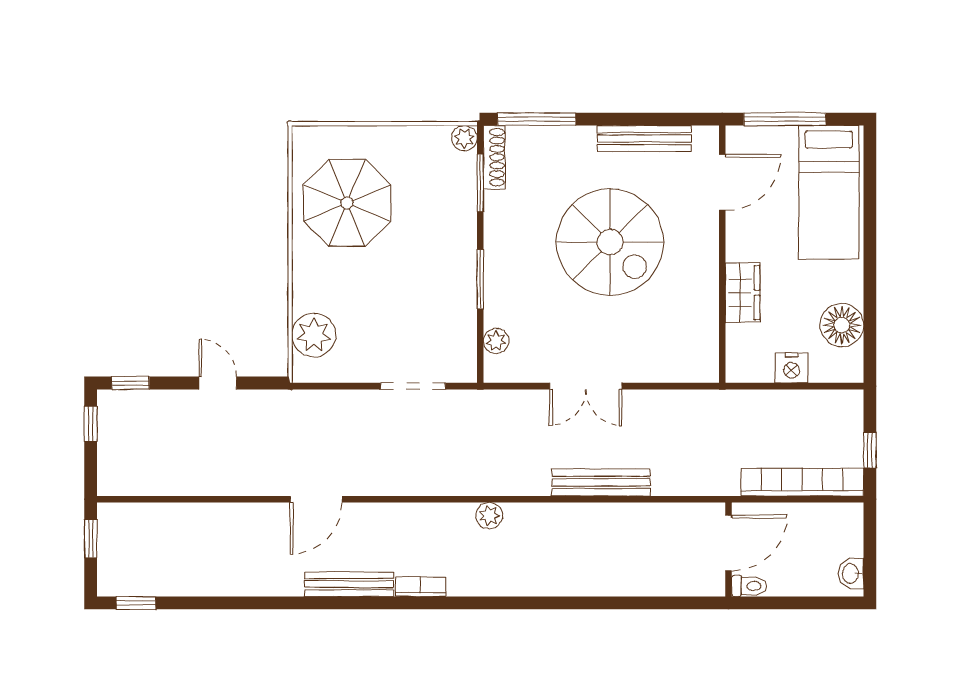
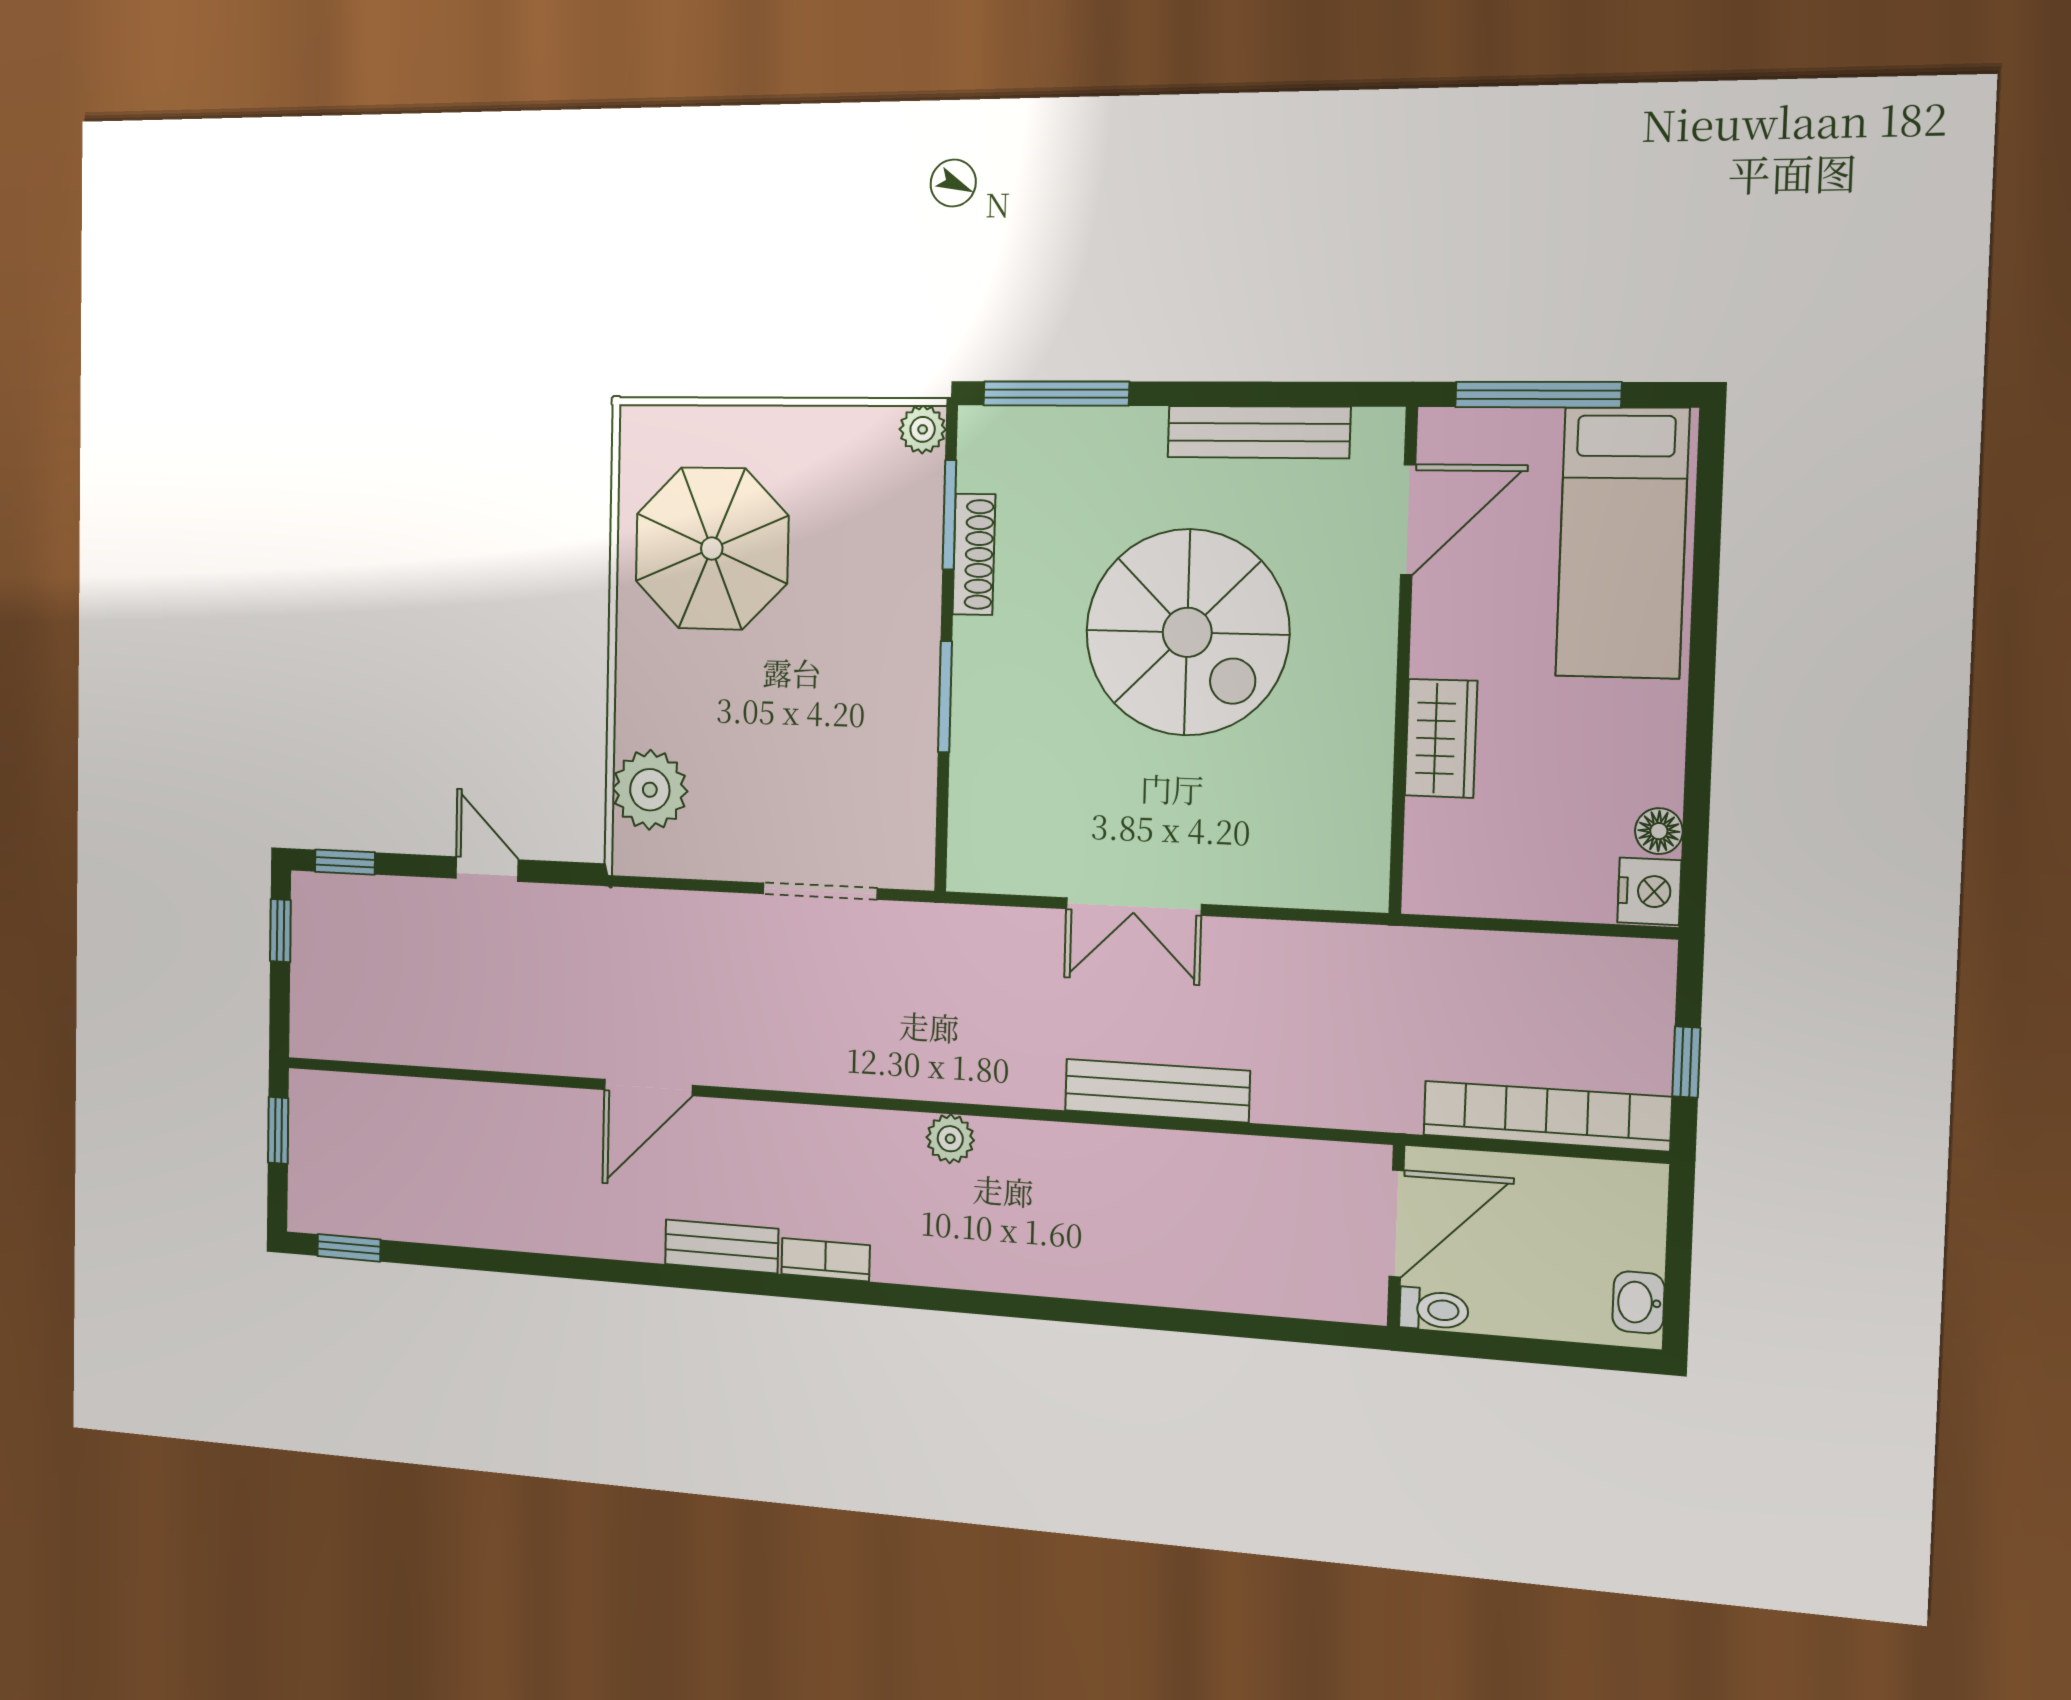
shoe rack: (494, 157) -> (974, 554), moved
floor lamp: (842, 325) -> (1659, 831), width x0.53, depth x0.53
plant: (496, 341) -> (971, 814), removed
nightstand: (792, 368) -> (1649, 891), moved, turned -90
bench: (349, 584) -> (722, 1246), width x0.73

